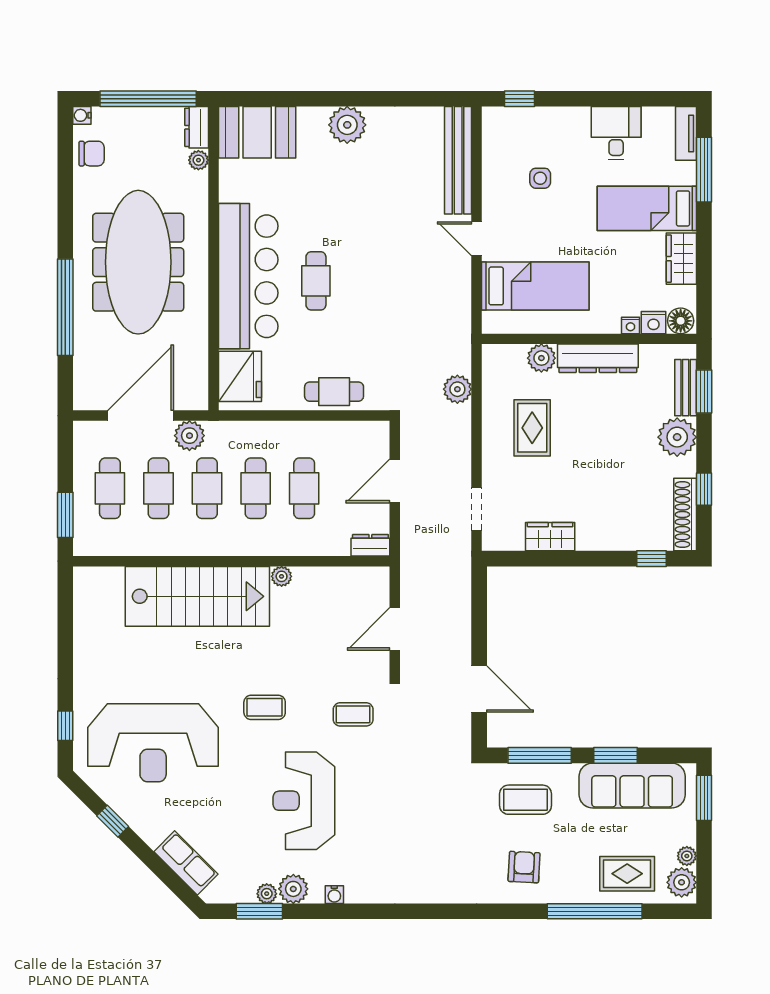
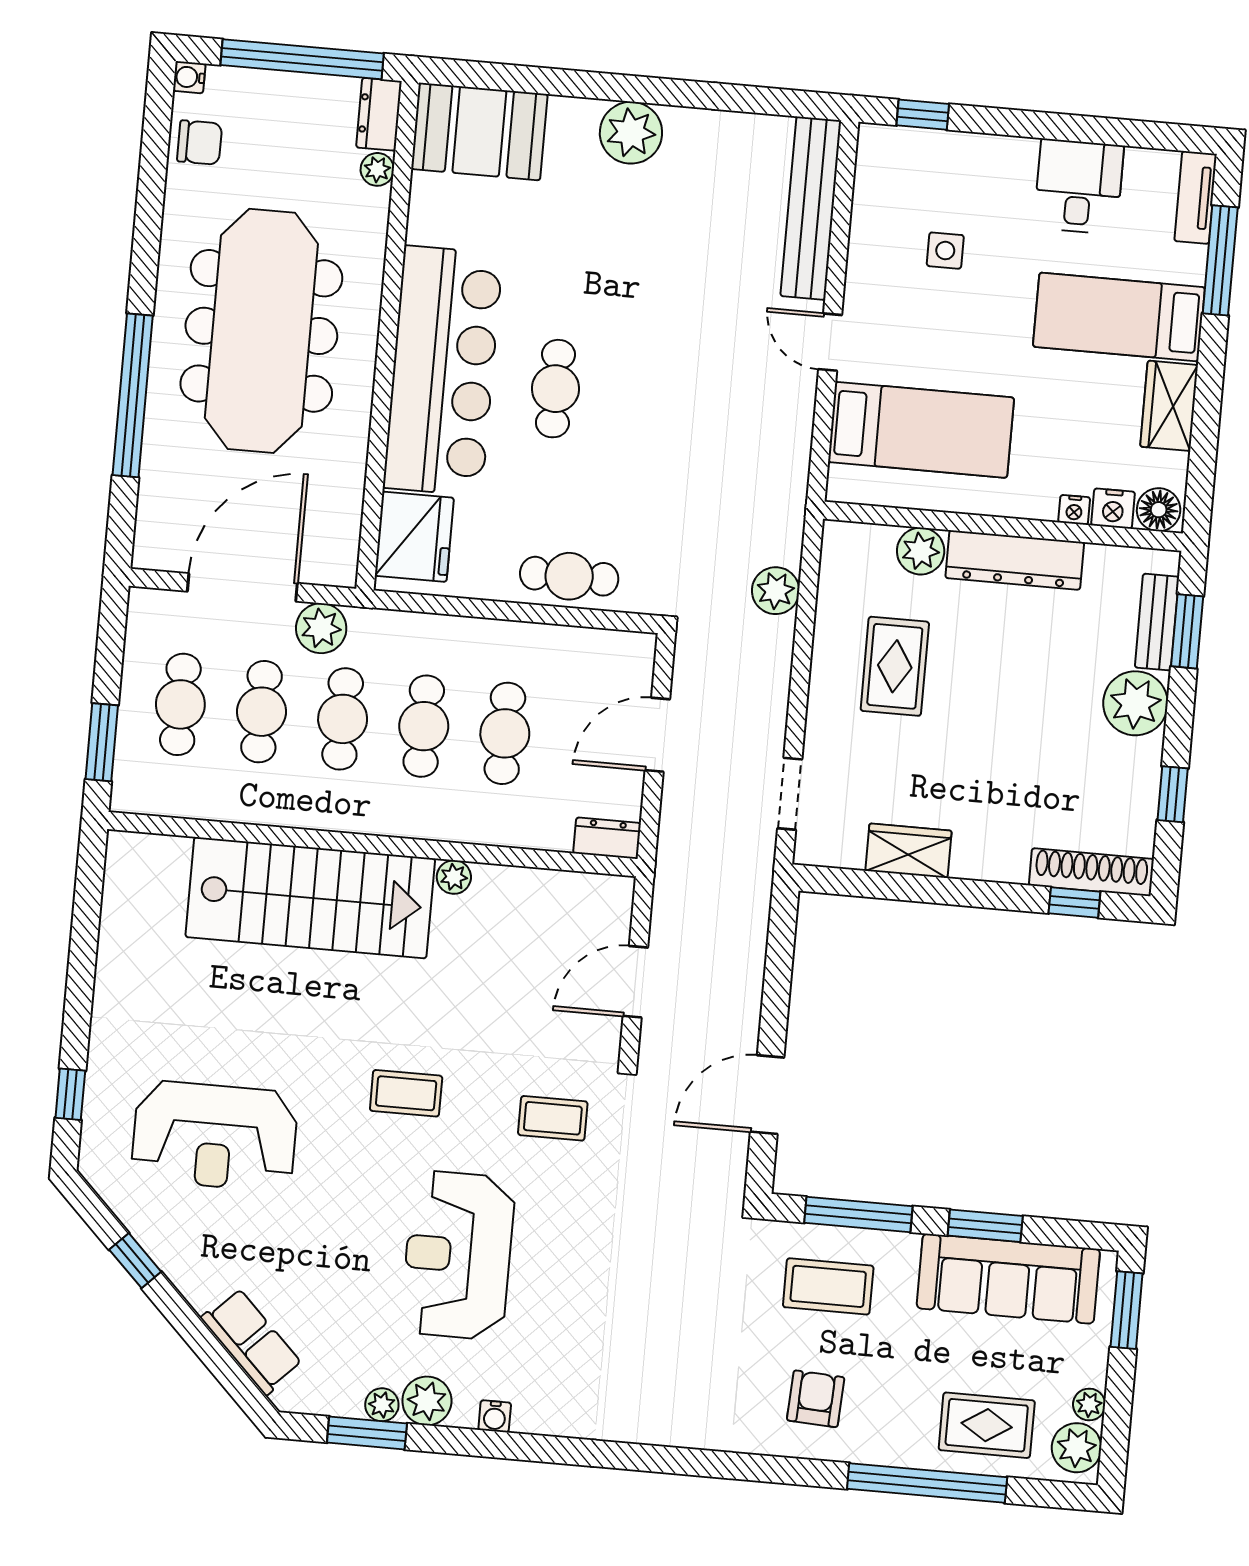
shoe rack: (685, 514) -> (1091, 872), moved, turned 90
door: (479, 689) -> (767, 1095), swing flipped
reception desk: (153, 743) -> (214, 1136), width x0.74, depth x0.77

